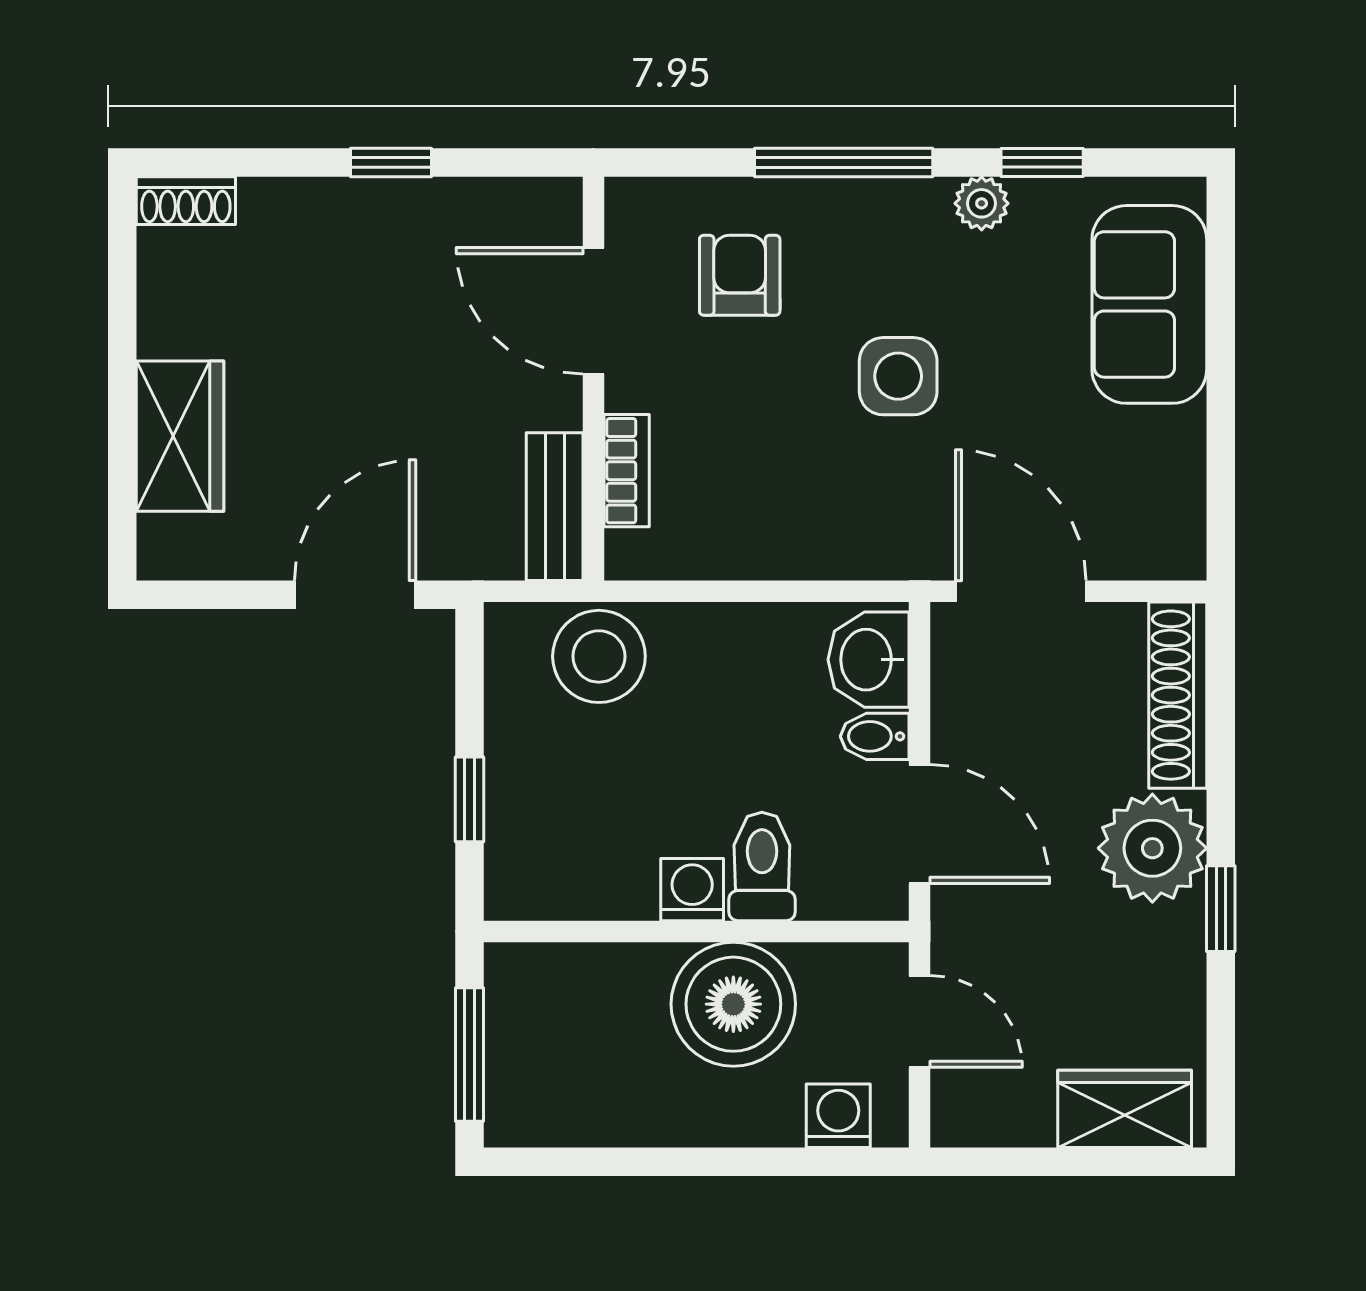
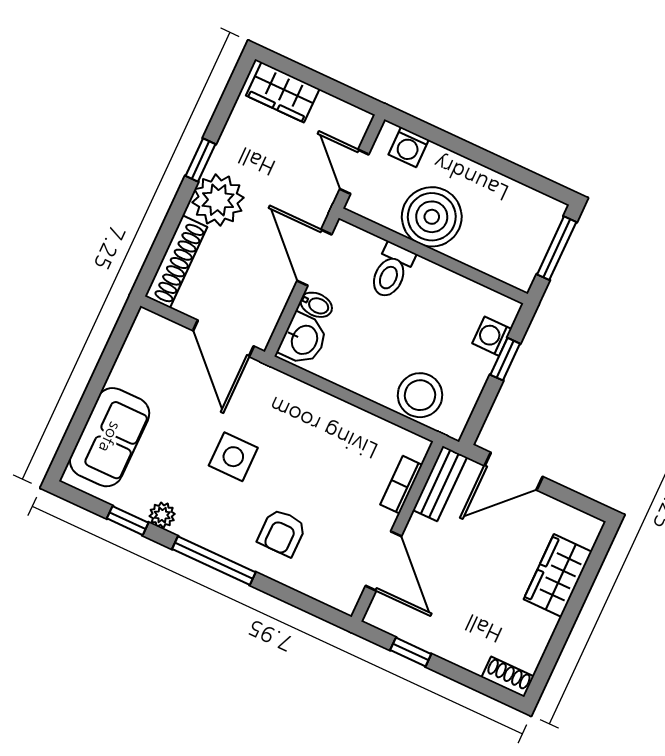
door: (593, 311) -> (383, 561), moved
wall: (593, 379) -> (397, 531), moved
bookcase: (627, 471) -> (401, 485), moved
bench: (555, 507) -> (440, 484), moved
washing machine: (692, 890) -> (492, 336), moved, turned 90

